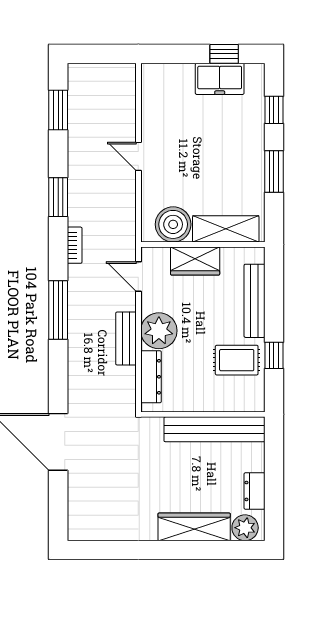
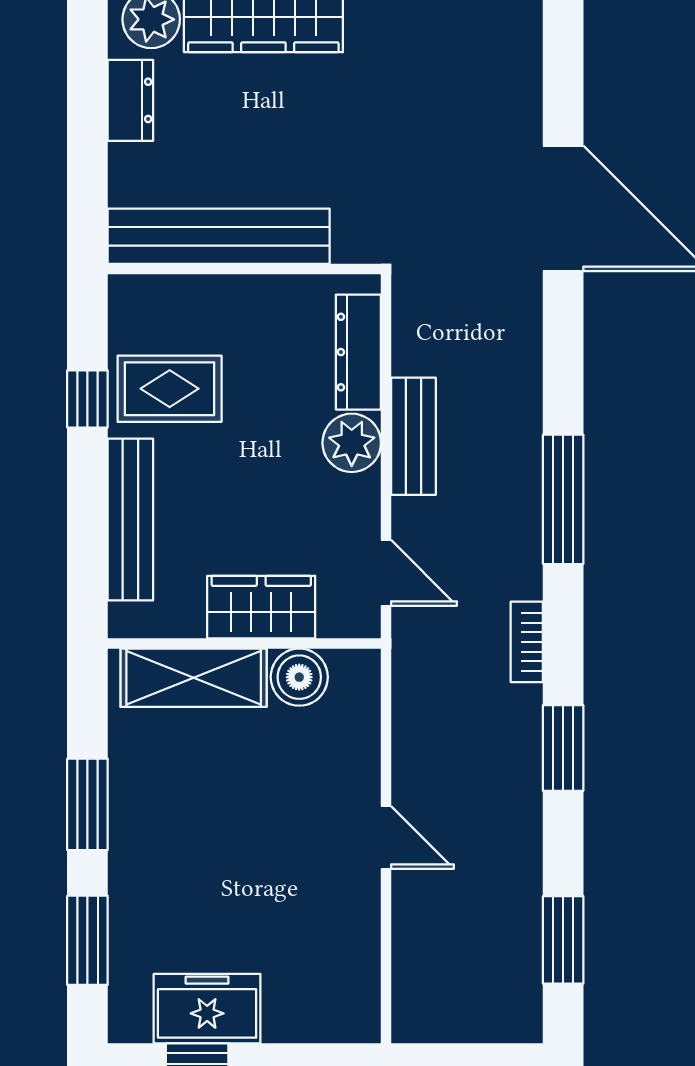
window: (274, 110) -> (87, 940), width x1.50
boiler: (173, 224) -> (299, 677), width x0.73, depth x0.73
plant: (159, 331) -> (352, 443), width x0.73, depth x0.73

